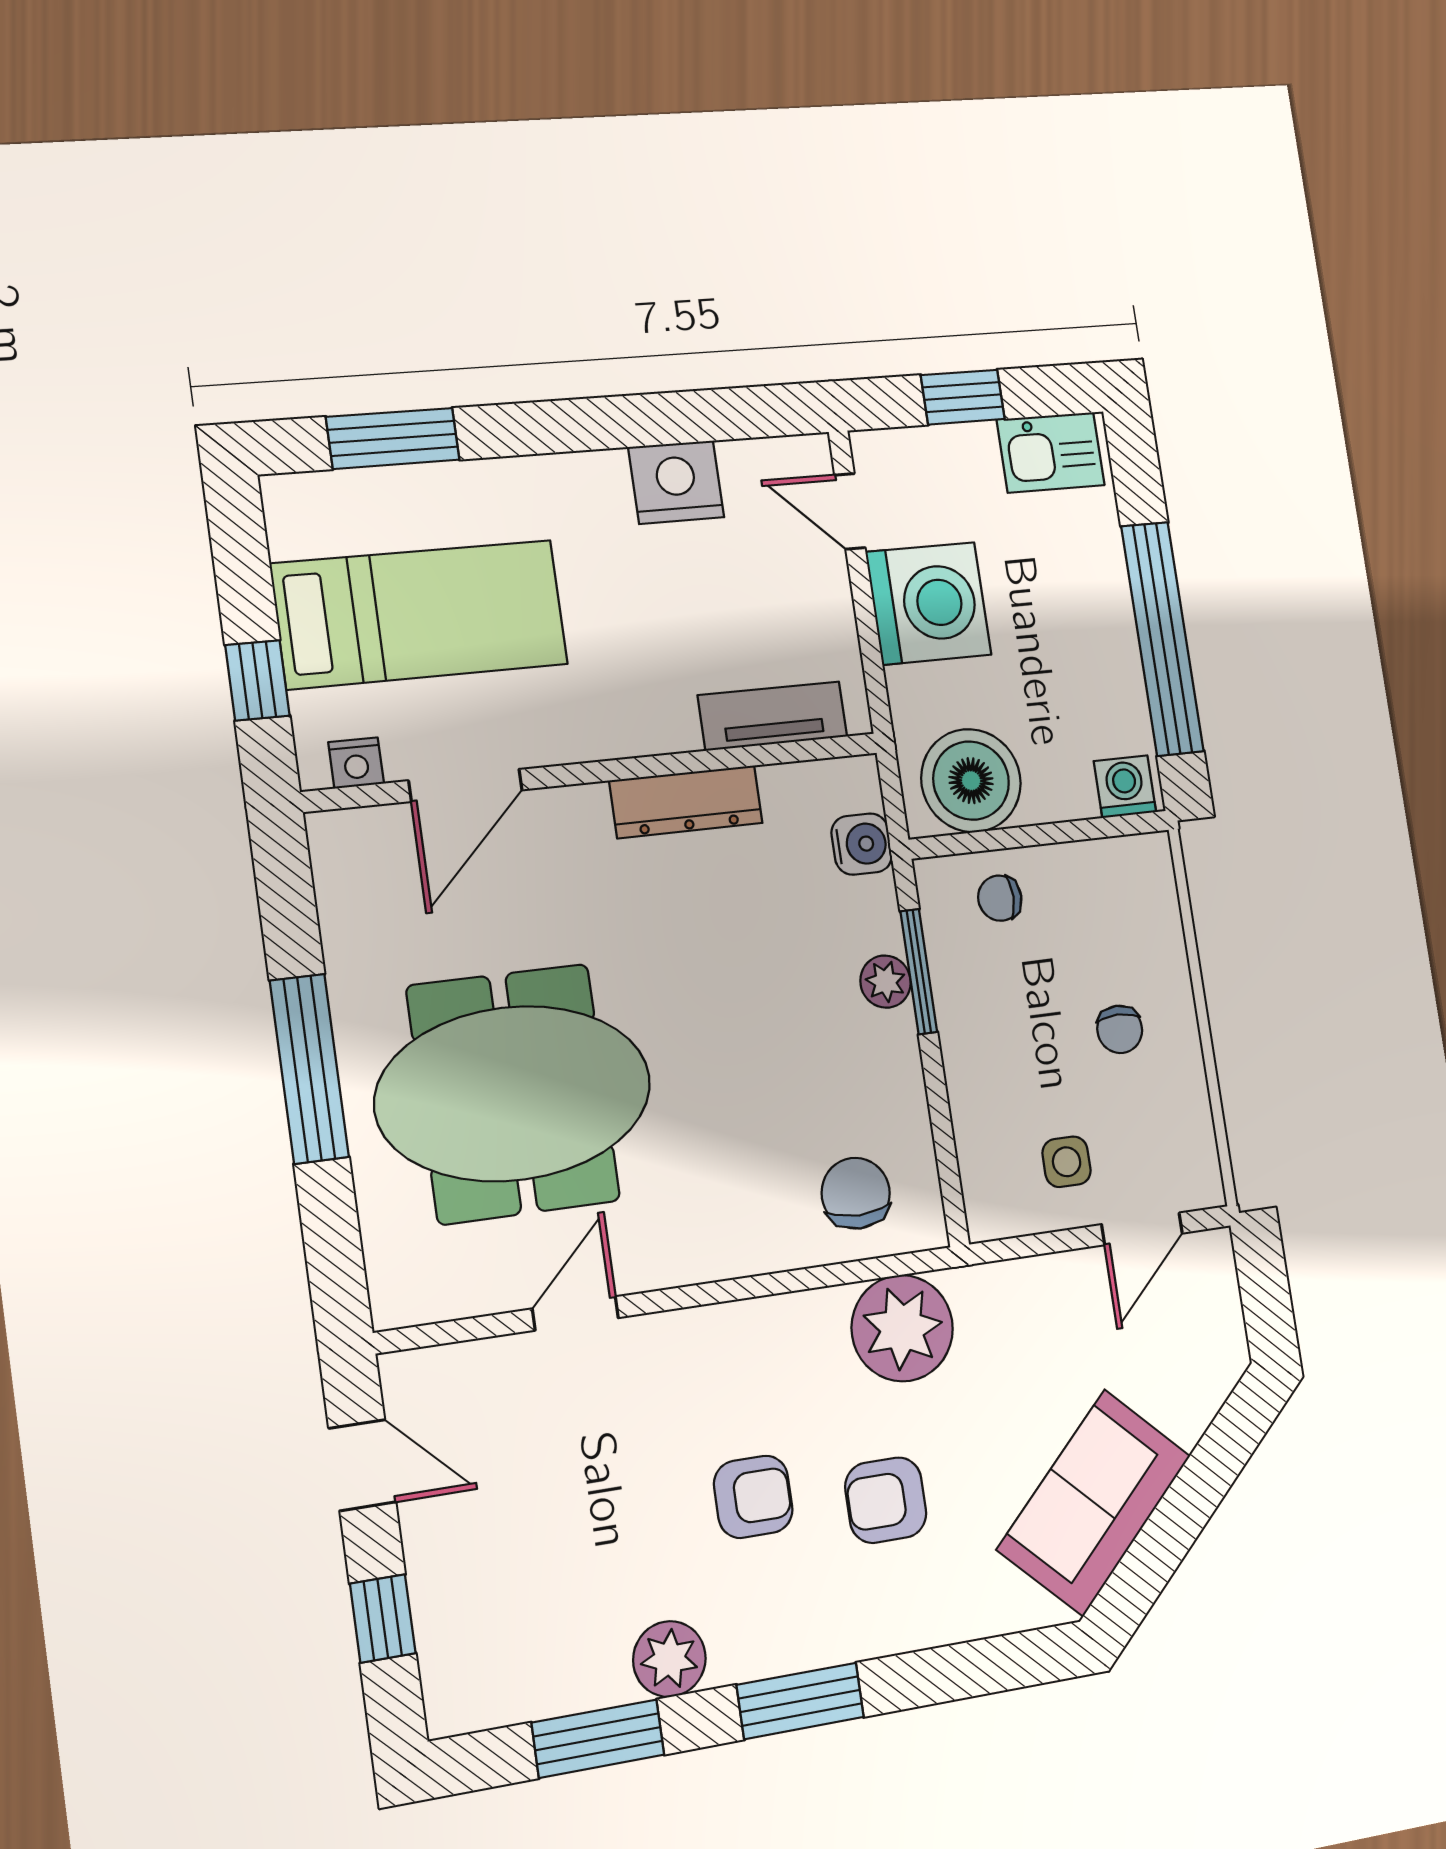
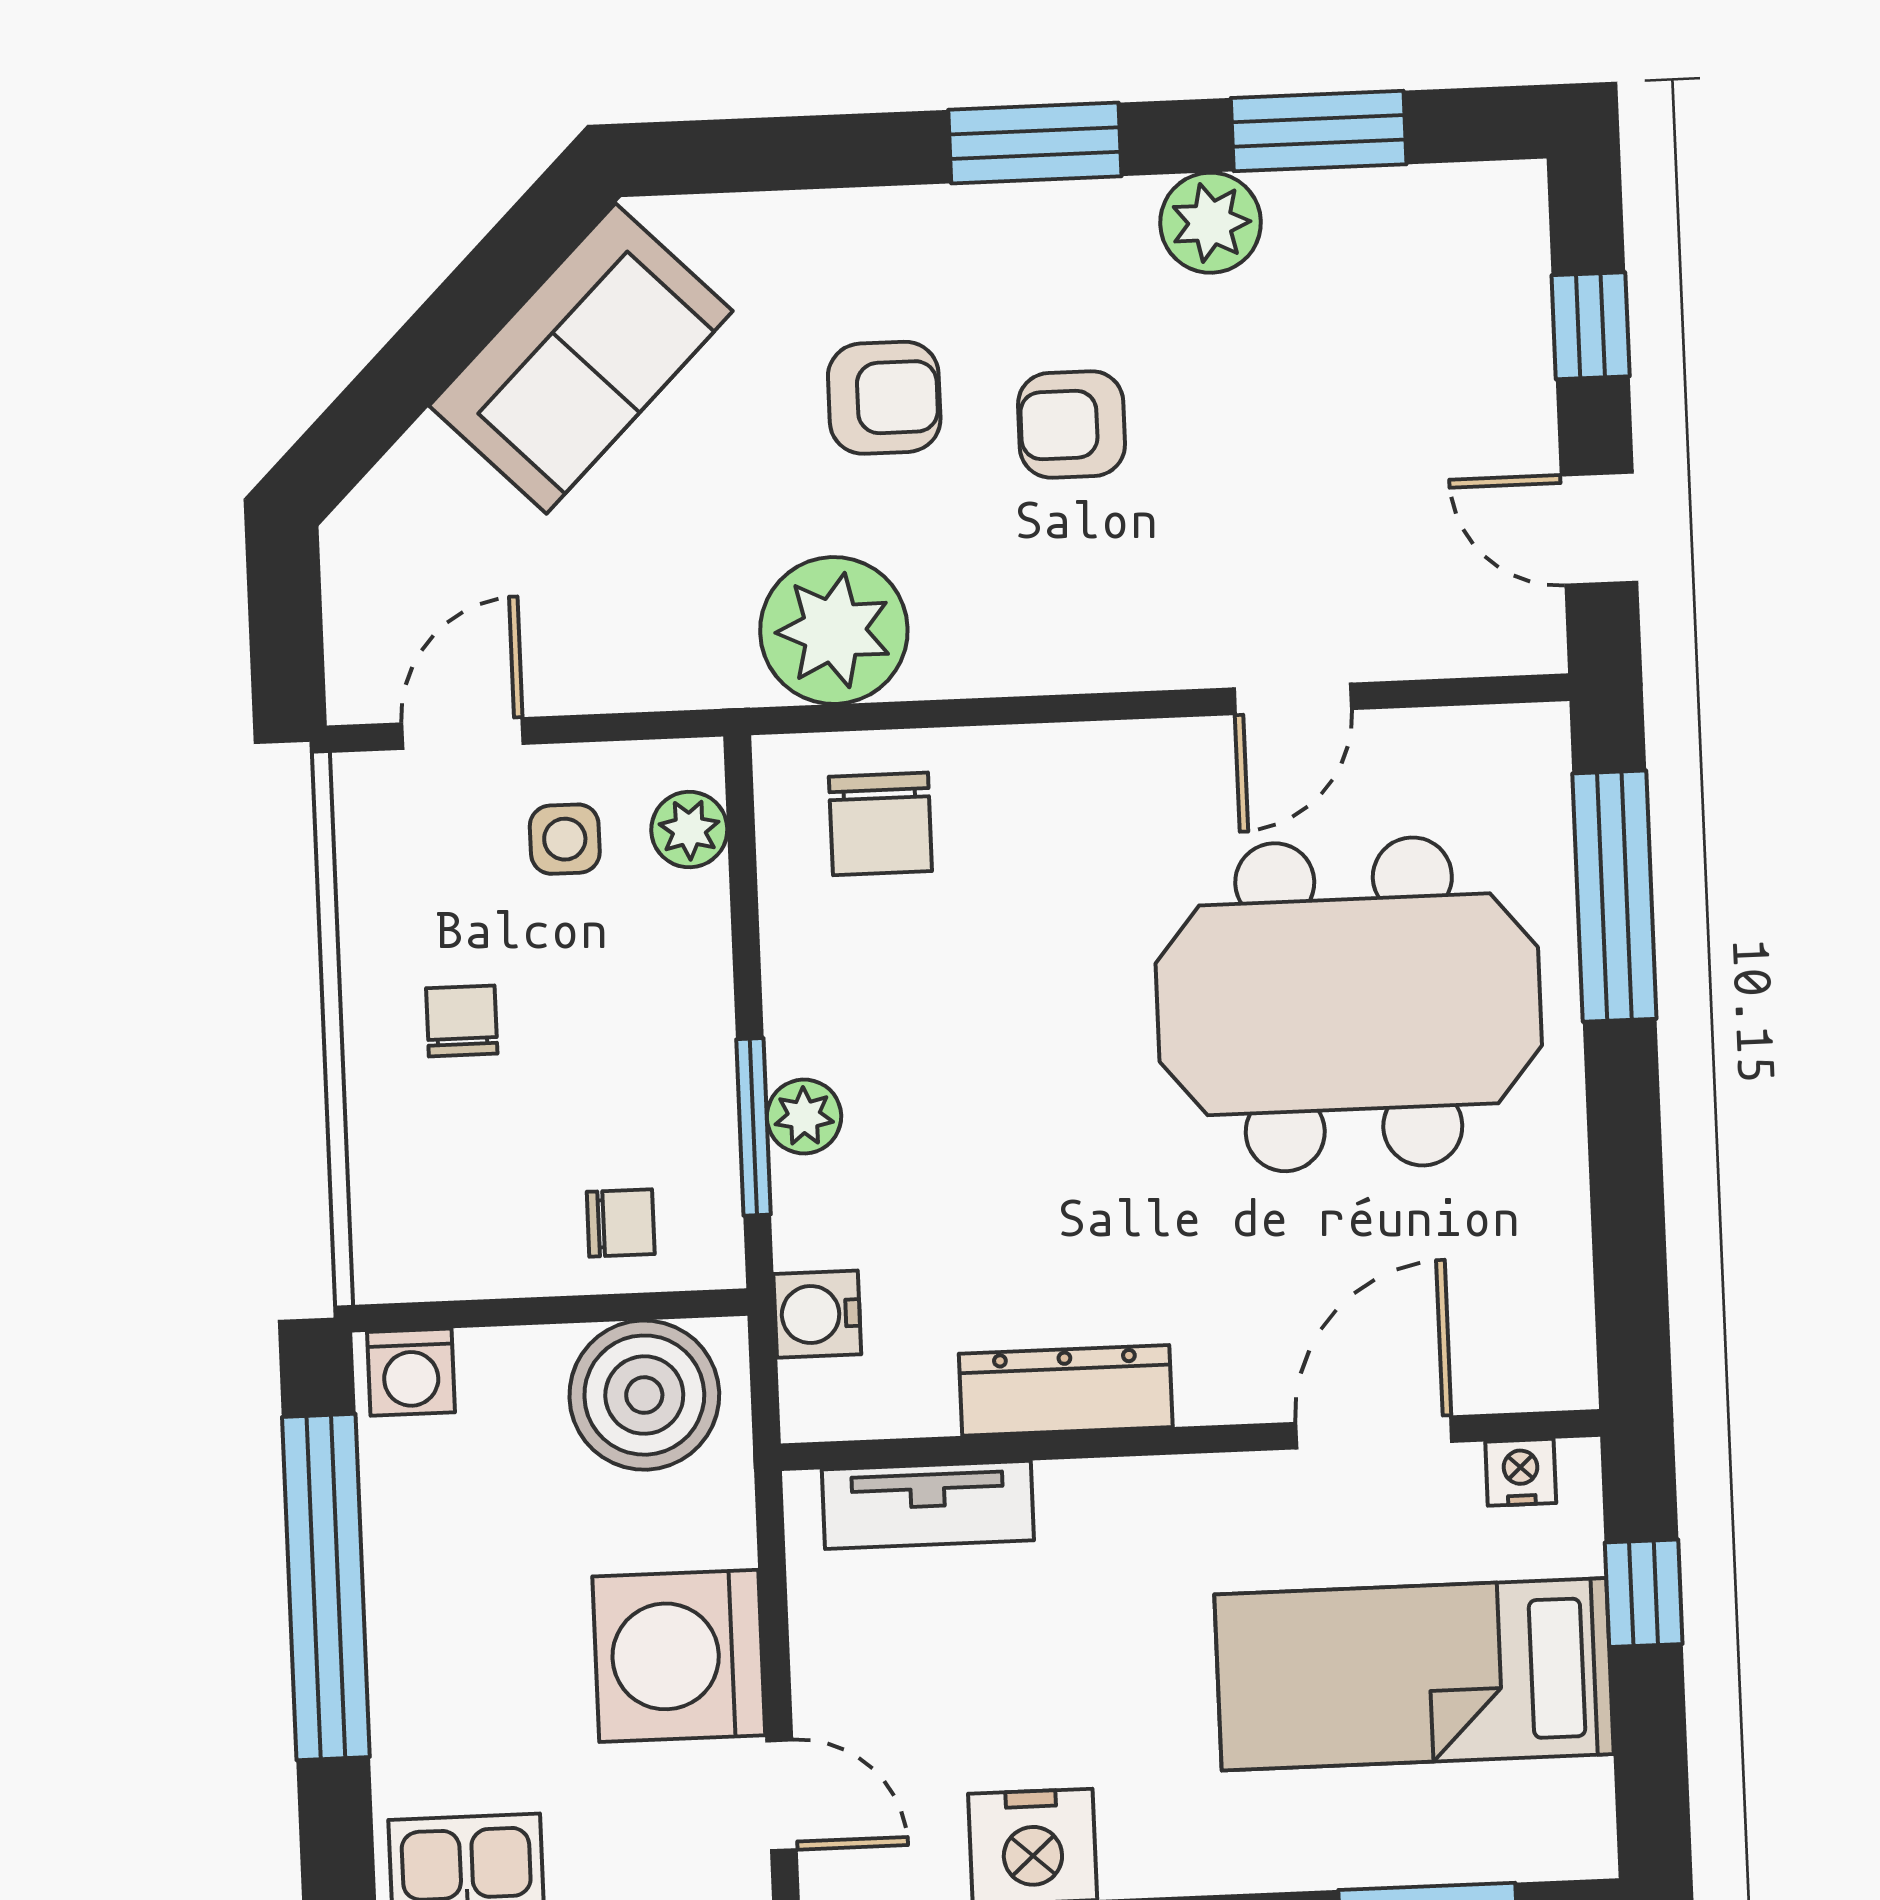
window: (309, 1069) -> (1614, 896), moved
plant: (985, 1177) -> (689, 830), added

